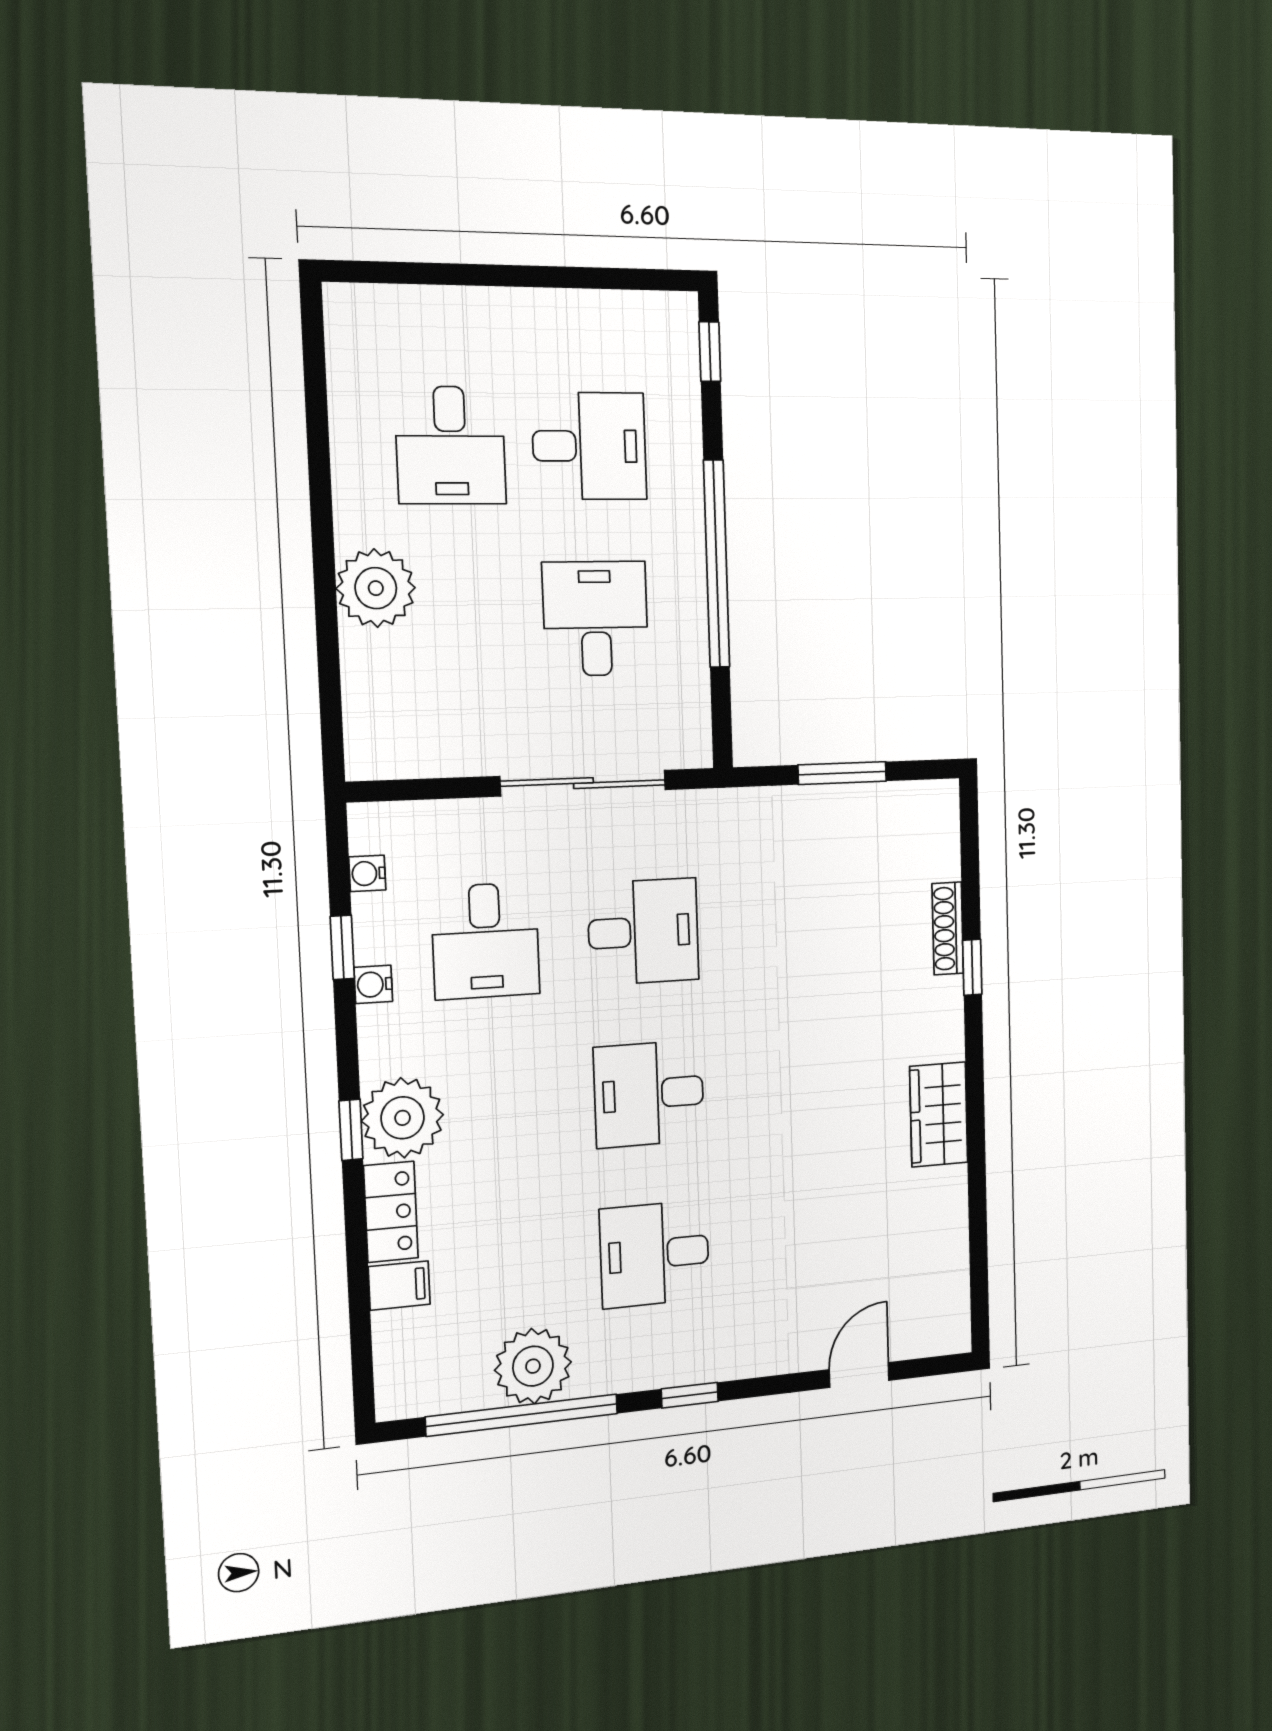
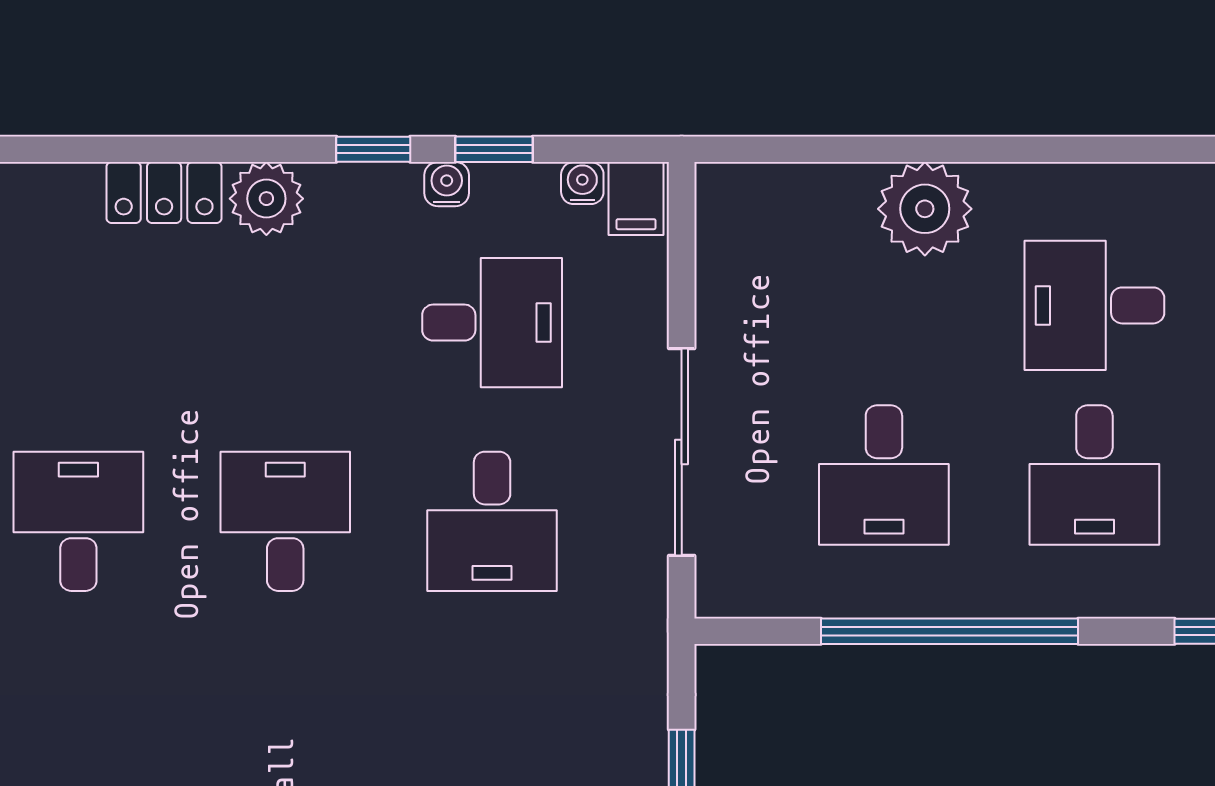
desk: (596, 619) -> (884, 475), turned 90
desk: (486, 941) -> (492, 323), turned 180
plant: (403, 1118) -> (266, 199), width x0.73, depth x0.73
window: (351, 1130) -> (373, 149), moved
filing cabinet: (399, 1286) -> (636, 199), moved

